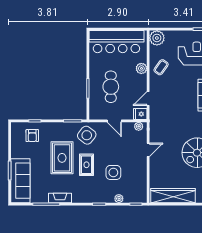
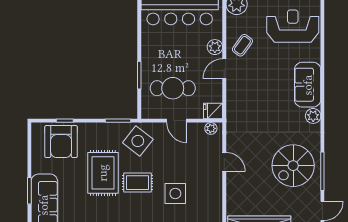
cafe table: (111, 87) -> (173, 88), moved, turned 90
door: (148, 98) -> (224, 69), moved
armchair: (32, 136) -> (61, 142), width x1.88, depth x1.88
door: (148, 150) -> (224, 162), hinge flipped
rug: (86, 165) -> (137, 183), turned 90

